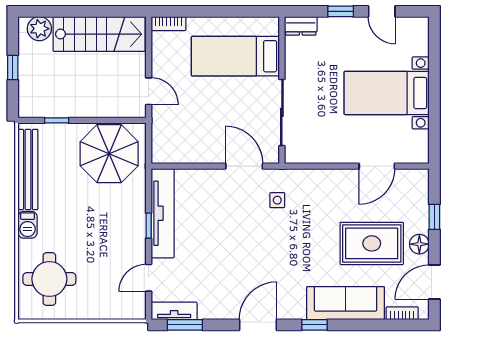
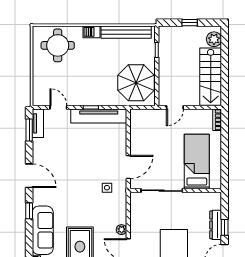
dresser: (301, 26) -> (216, 225), moved, width x1.44
plant: (344, 177) -> (122, 230), added

